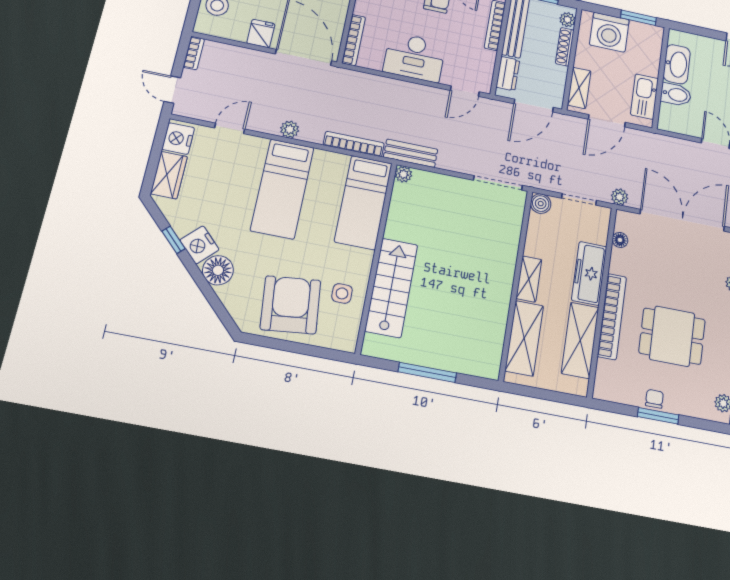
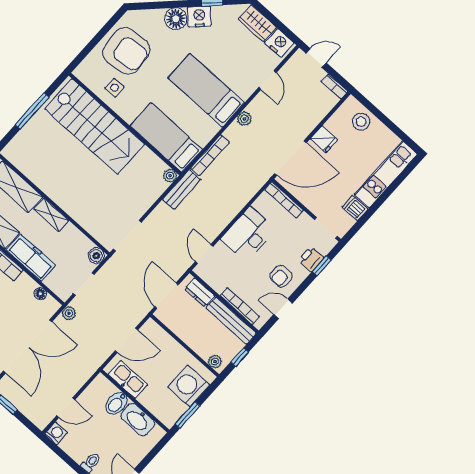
shoe rack: (565, 47) -> (196, 346), removed
shelving: (579, 88) -> (161, 336), removed
door: (607, 121) -> (126, 340), swing flipped
stairs: (391, 288) -> (95, 126), width x1.36, depth x1.51

